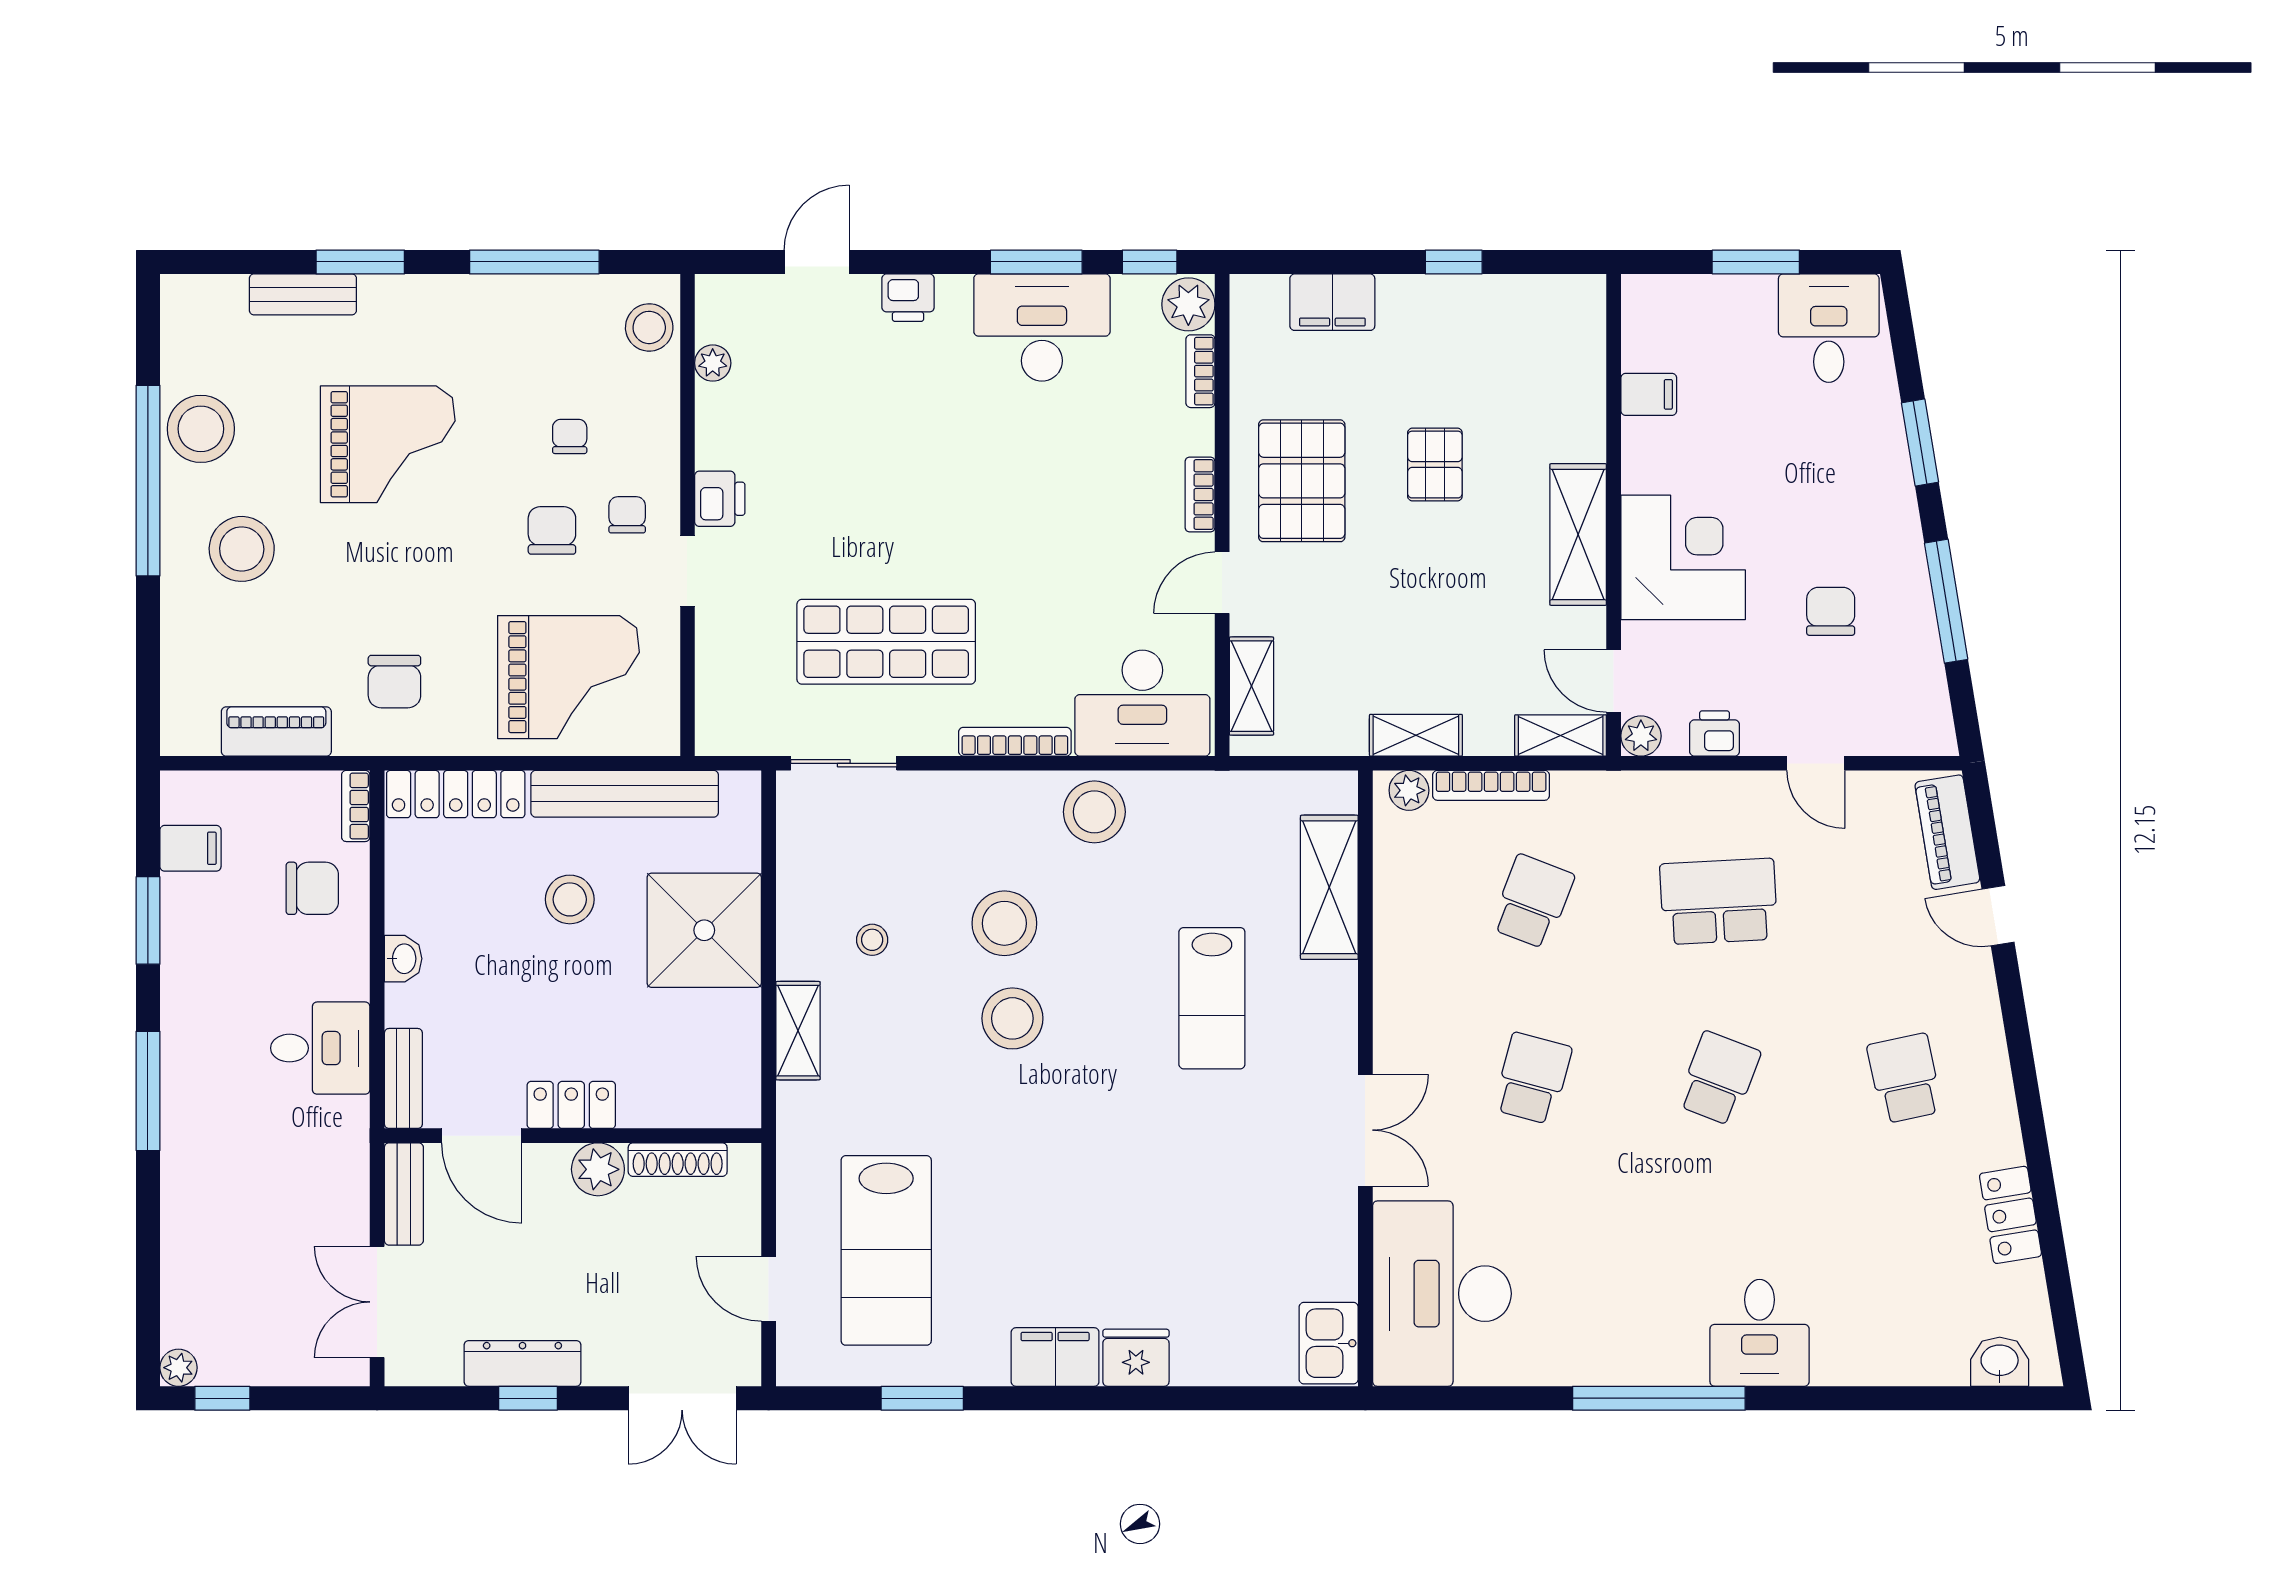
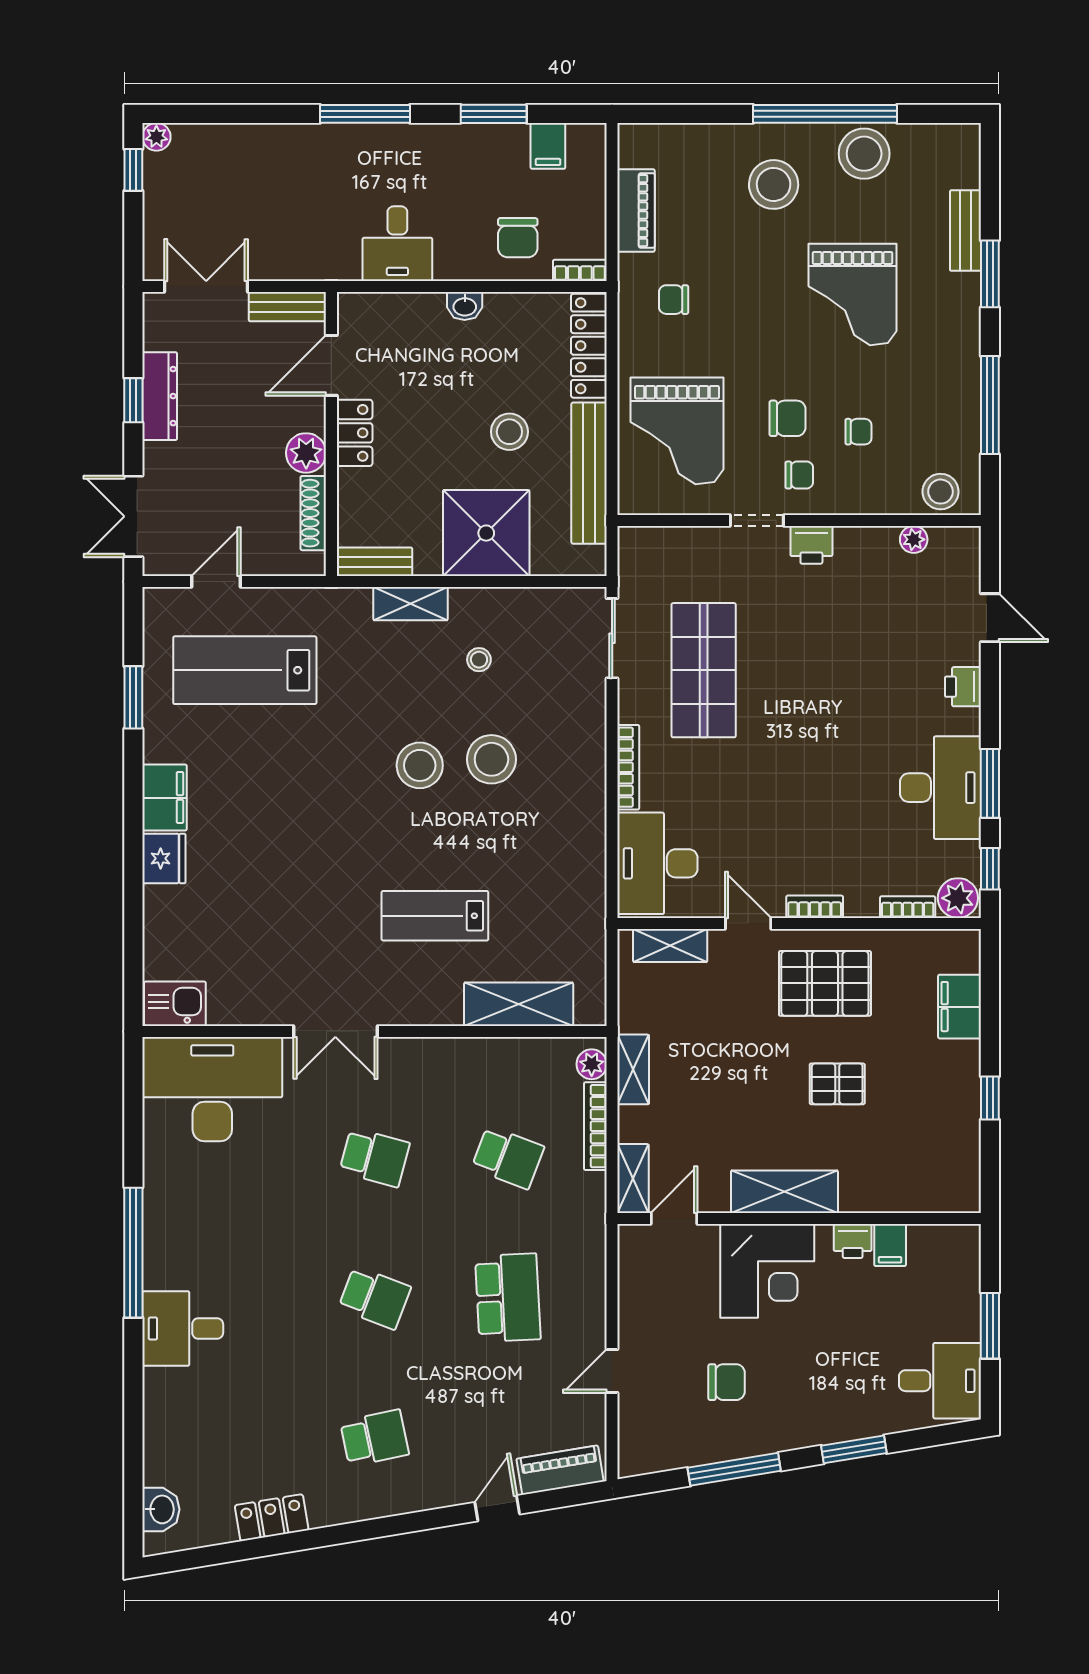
chair: (394, 682) -> (674, 300), width x0.73, depth x0.73
printer: (1715, 733) -> (853, 1241), moved, turned 90
plant: (1641, 736) -> (633, 1239), removed
stool: (1094, 812) -> (575, 827), removed
bench: (403, 1078) -> (374, 562), moved

